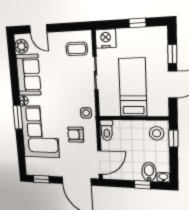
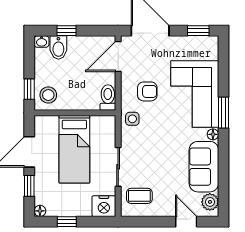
floor lamp: (162, 31) -> (40, 211), added

